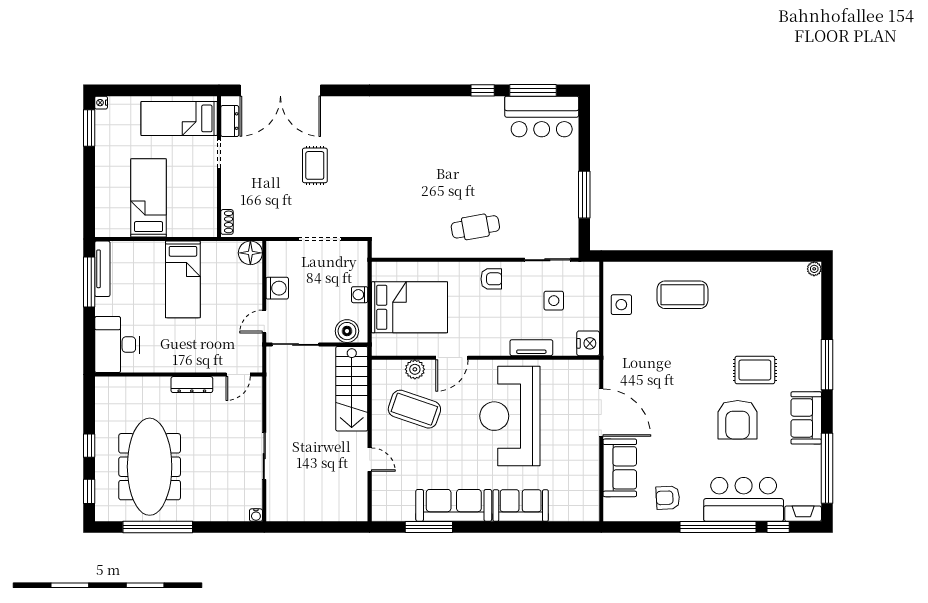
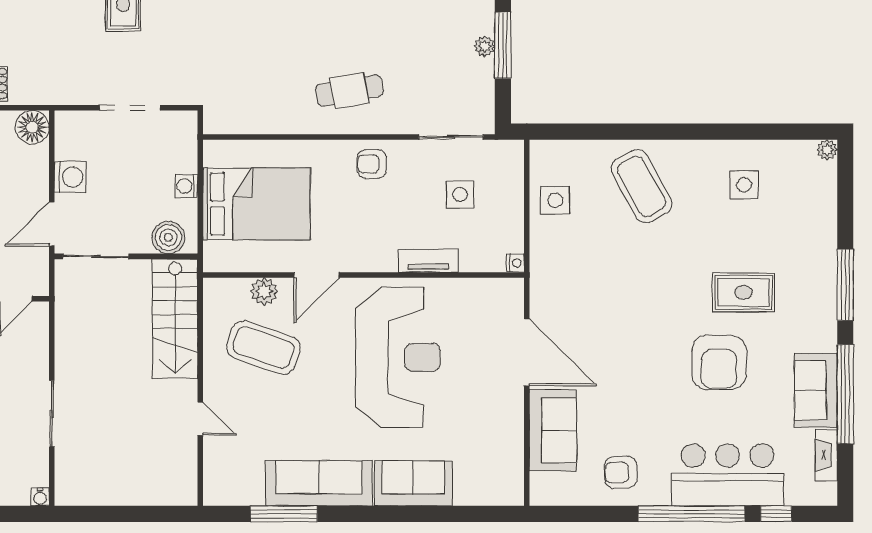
plant: (571, 195) -> (485, 46), added
armchair: (491, 279) -> (372, 164), turned 180
side table: (755, 294) -> (744, 185), added
coffee table: (683, 295) -> (641, 186), turned 61
door: (264, 322) -> (52, 224), width x1.38
nightstand: (588, 343) -> (515, 263), width x0.53, depth x0.56
reception desk: (510, 416) -> (398, 357), turned 180
sofa: (806, 418) -> (816, 390), moved
window: (827, 468) -> (845, 394), moved
fireplace: (803, 514) -> (826, 455), moved, turned -90

